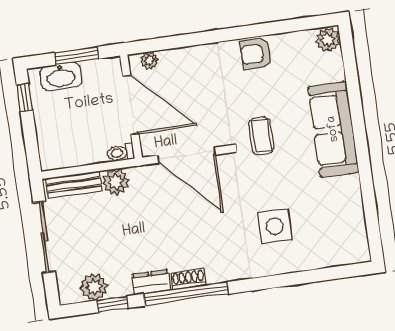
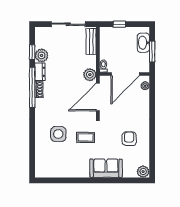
armchair: (256, 54) -> (129, 139), moved
window: (25, 98) -> (119, 24), moved
sofa: (333, 129) -> (106, 168), width x0.73
coffee table: (261, 136) -> (86, 137), moved
plant: (116, 182) -> (90, 75), moved
plant: (94, 287) -> (42, 55), moved

